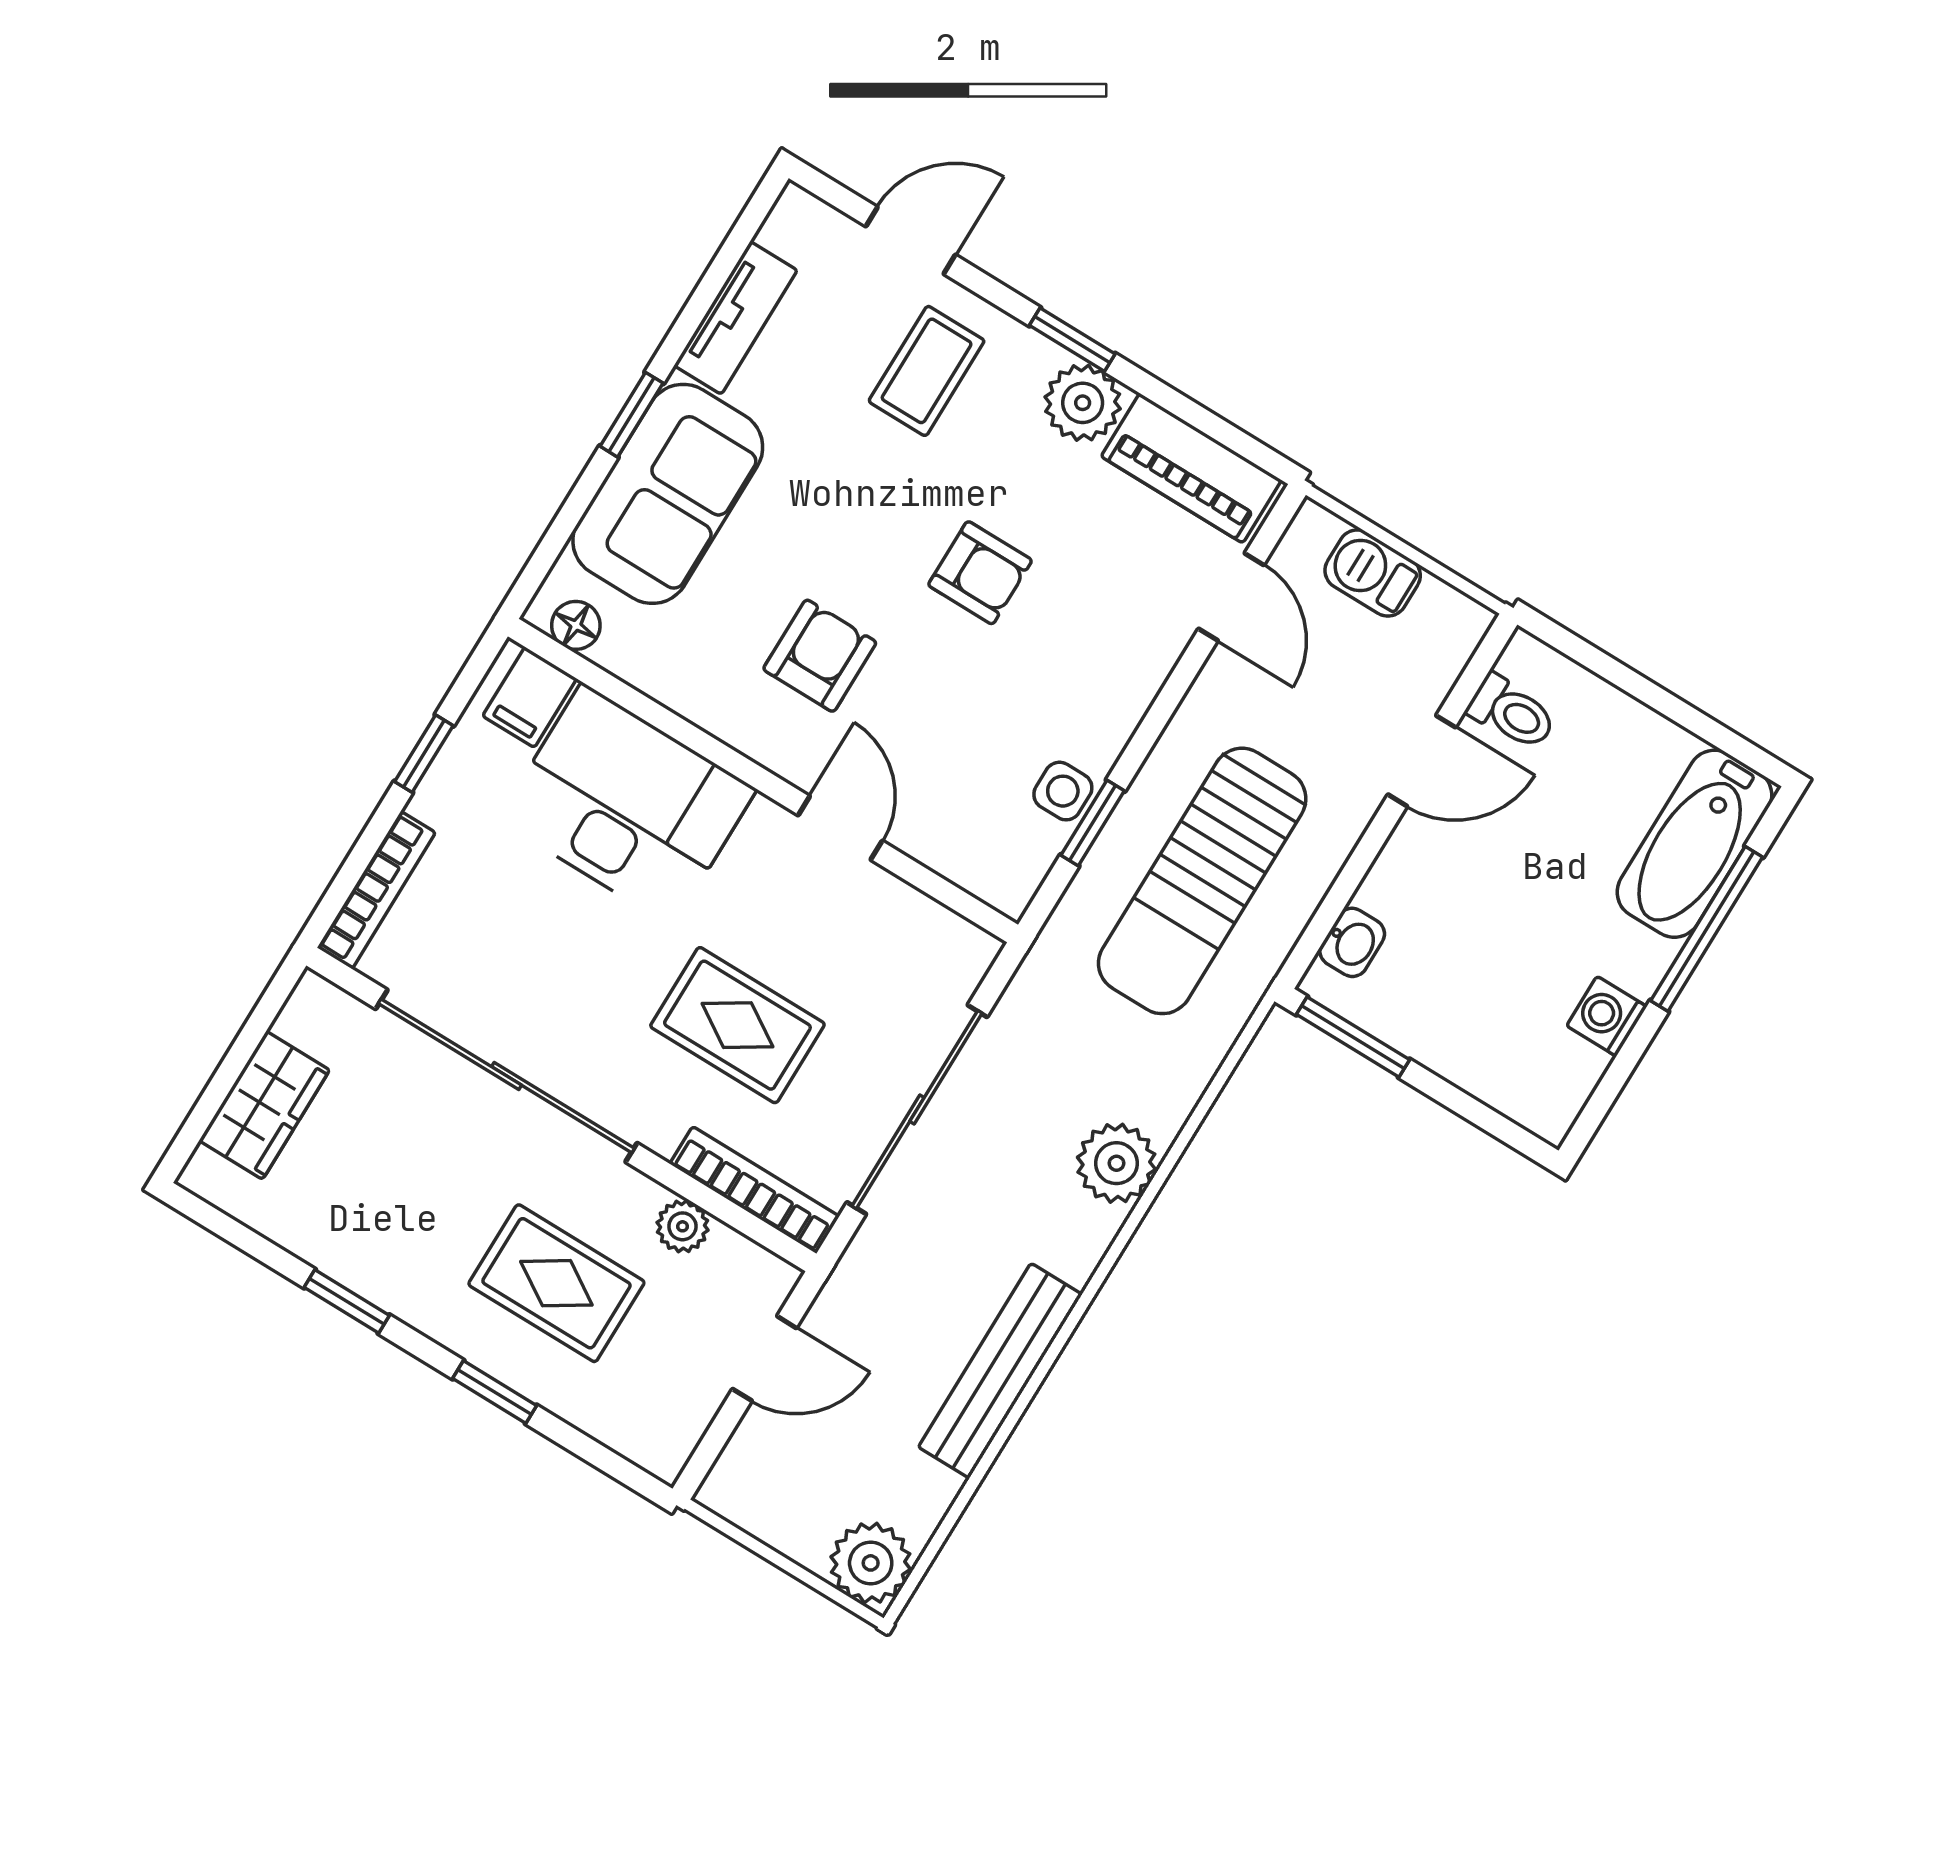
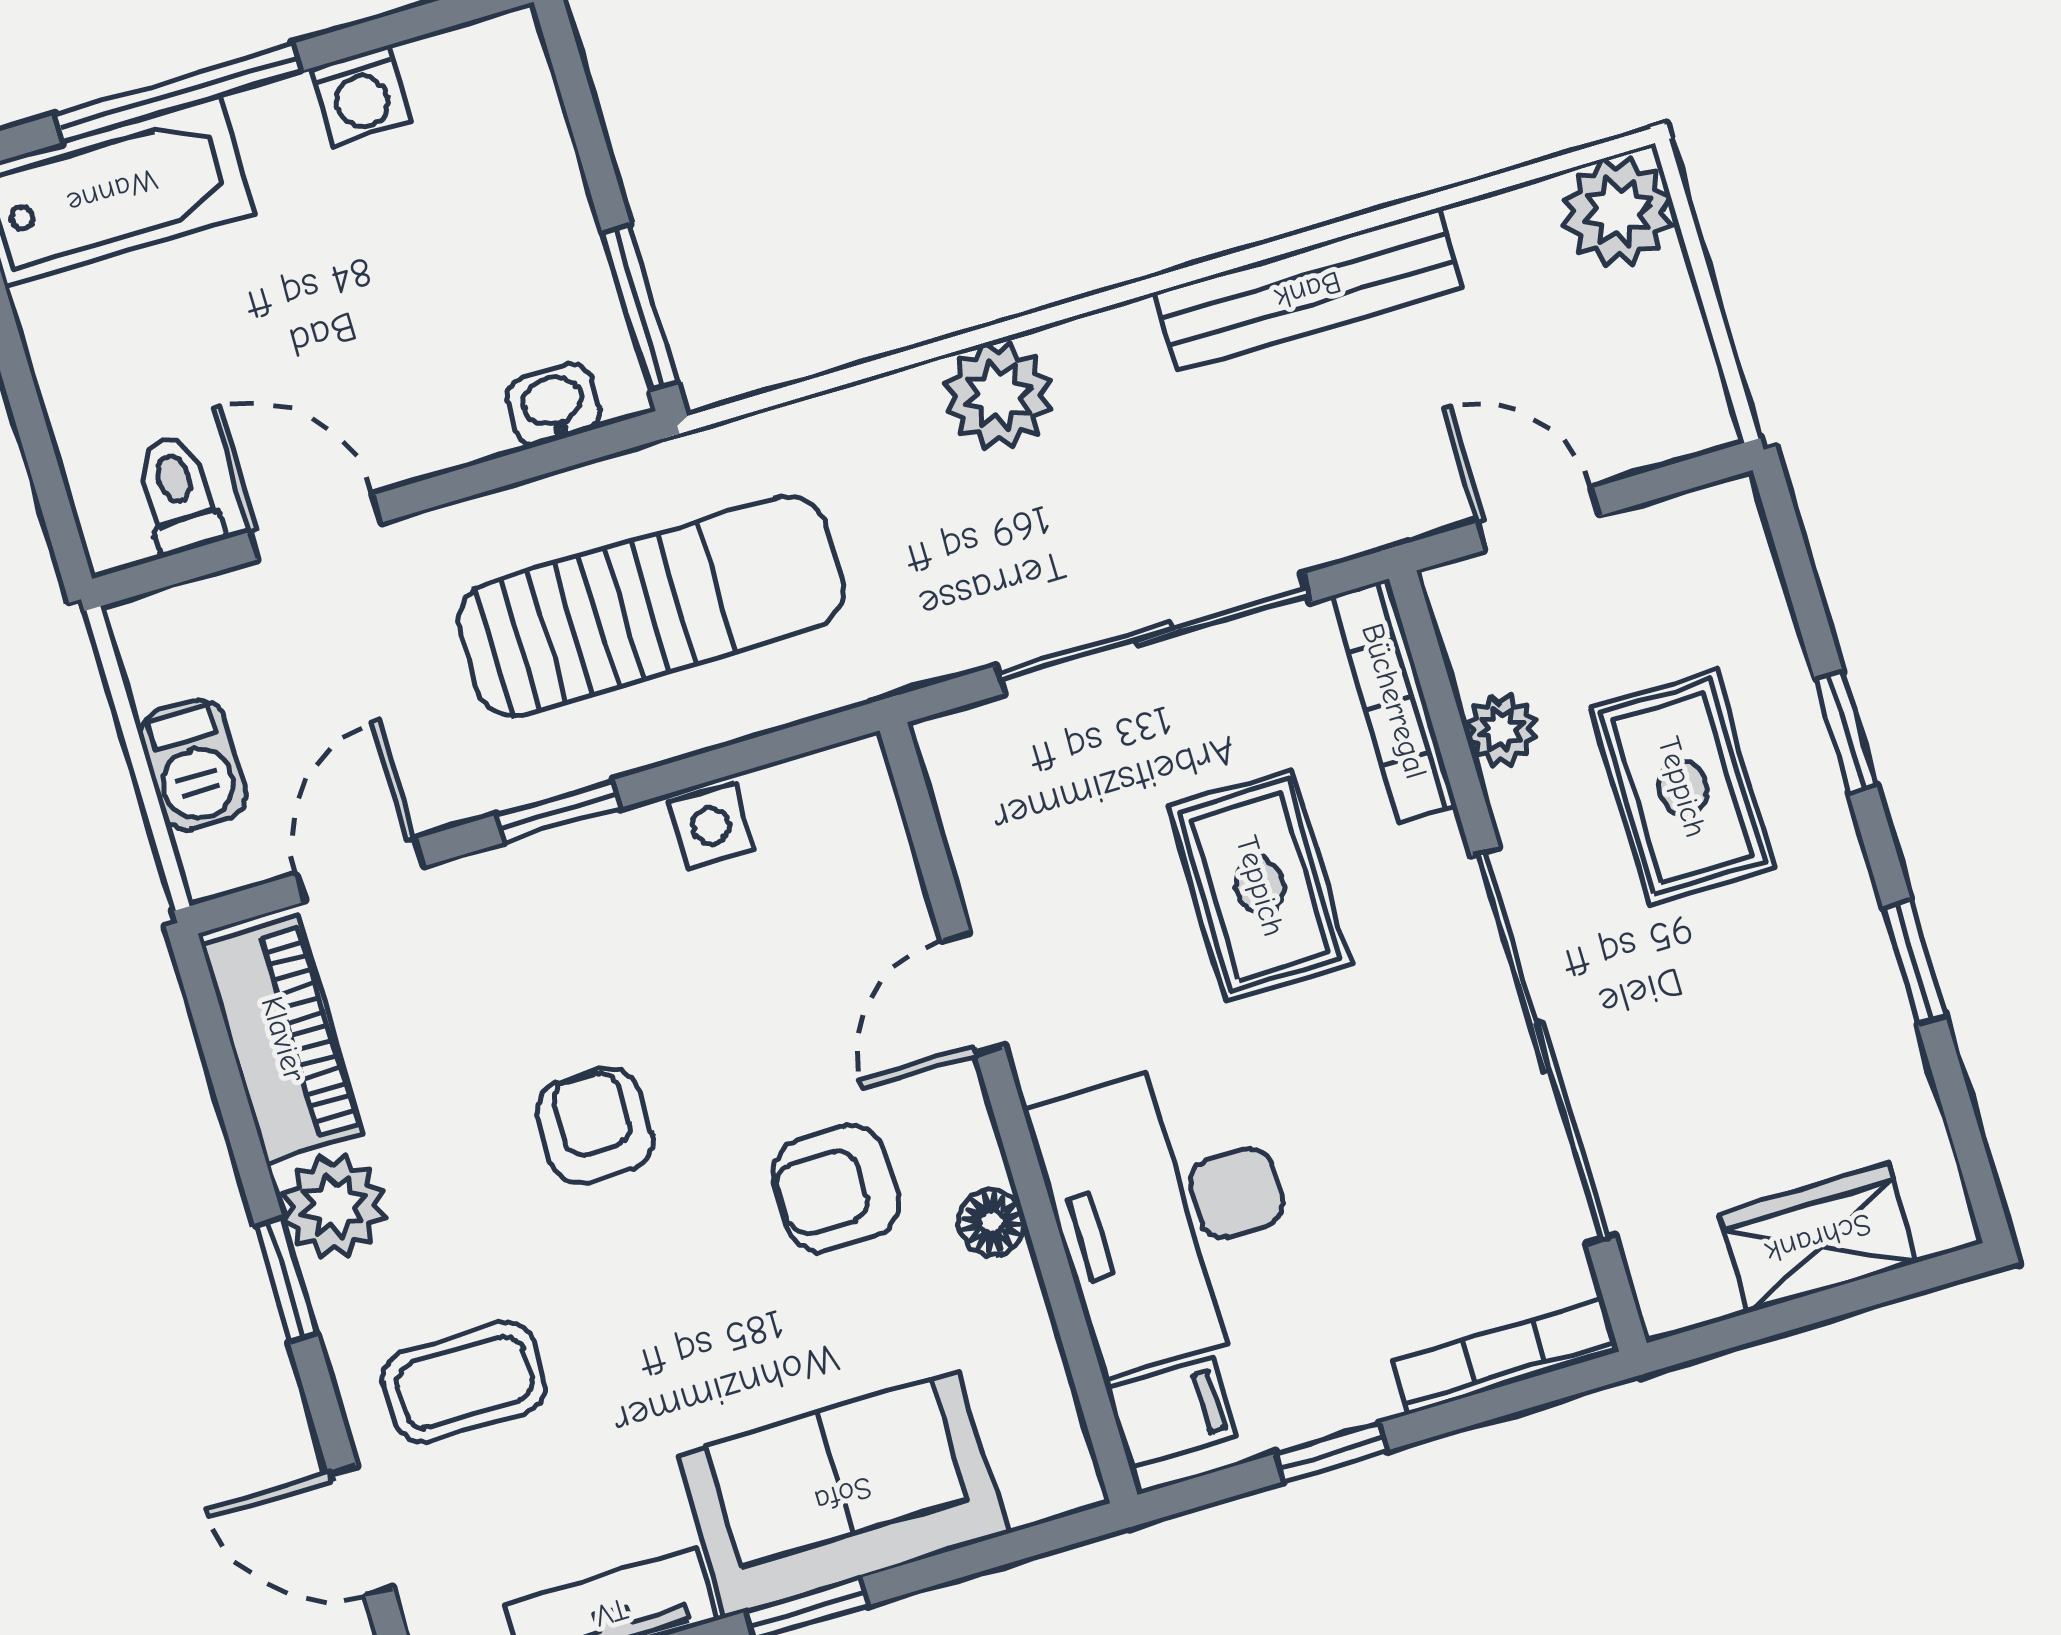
floor lamp: (576, 625) -> (992, 1222), moved
window: (1093, 823) -> (558, 811), moved

